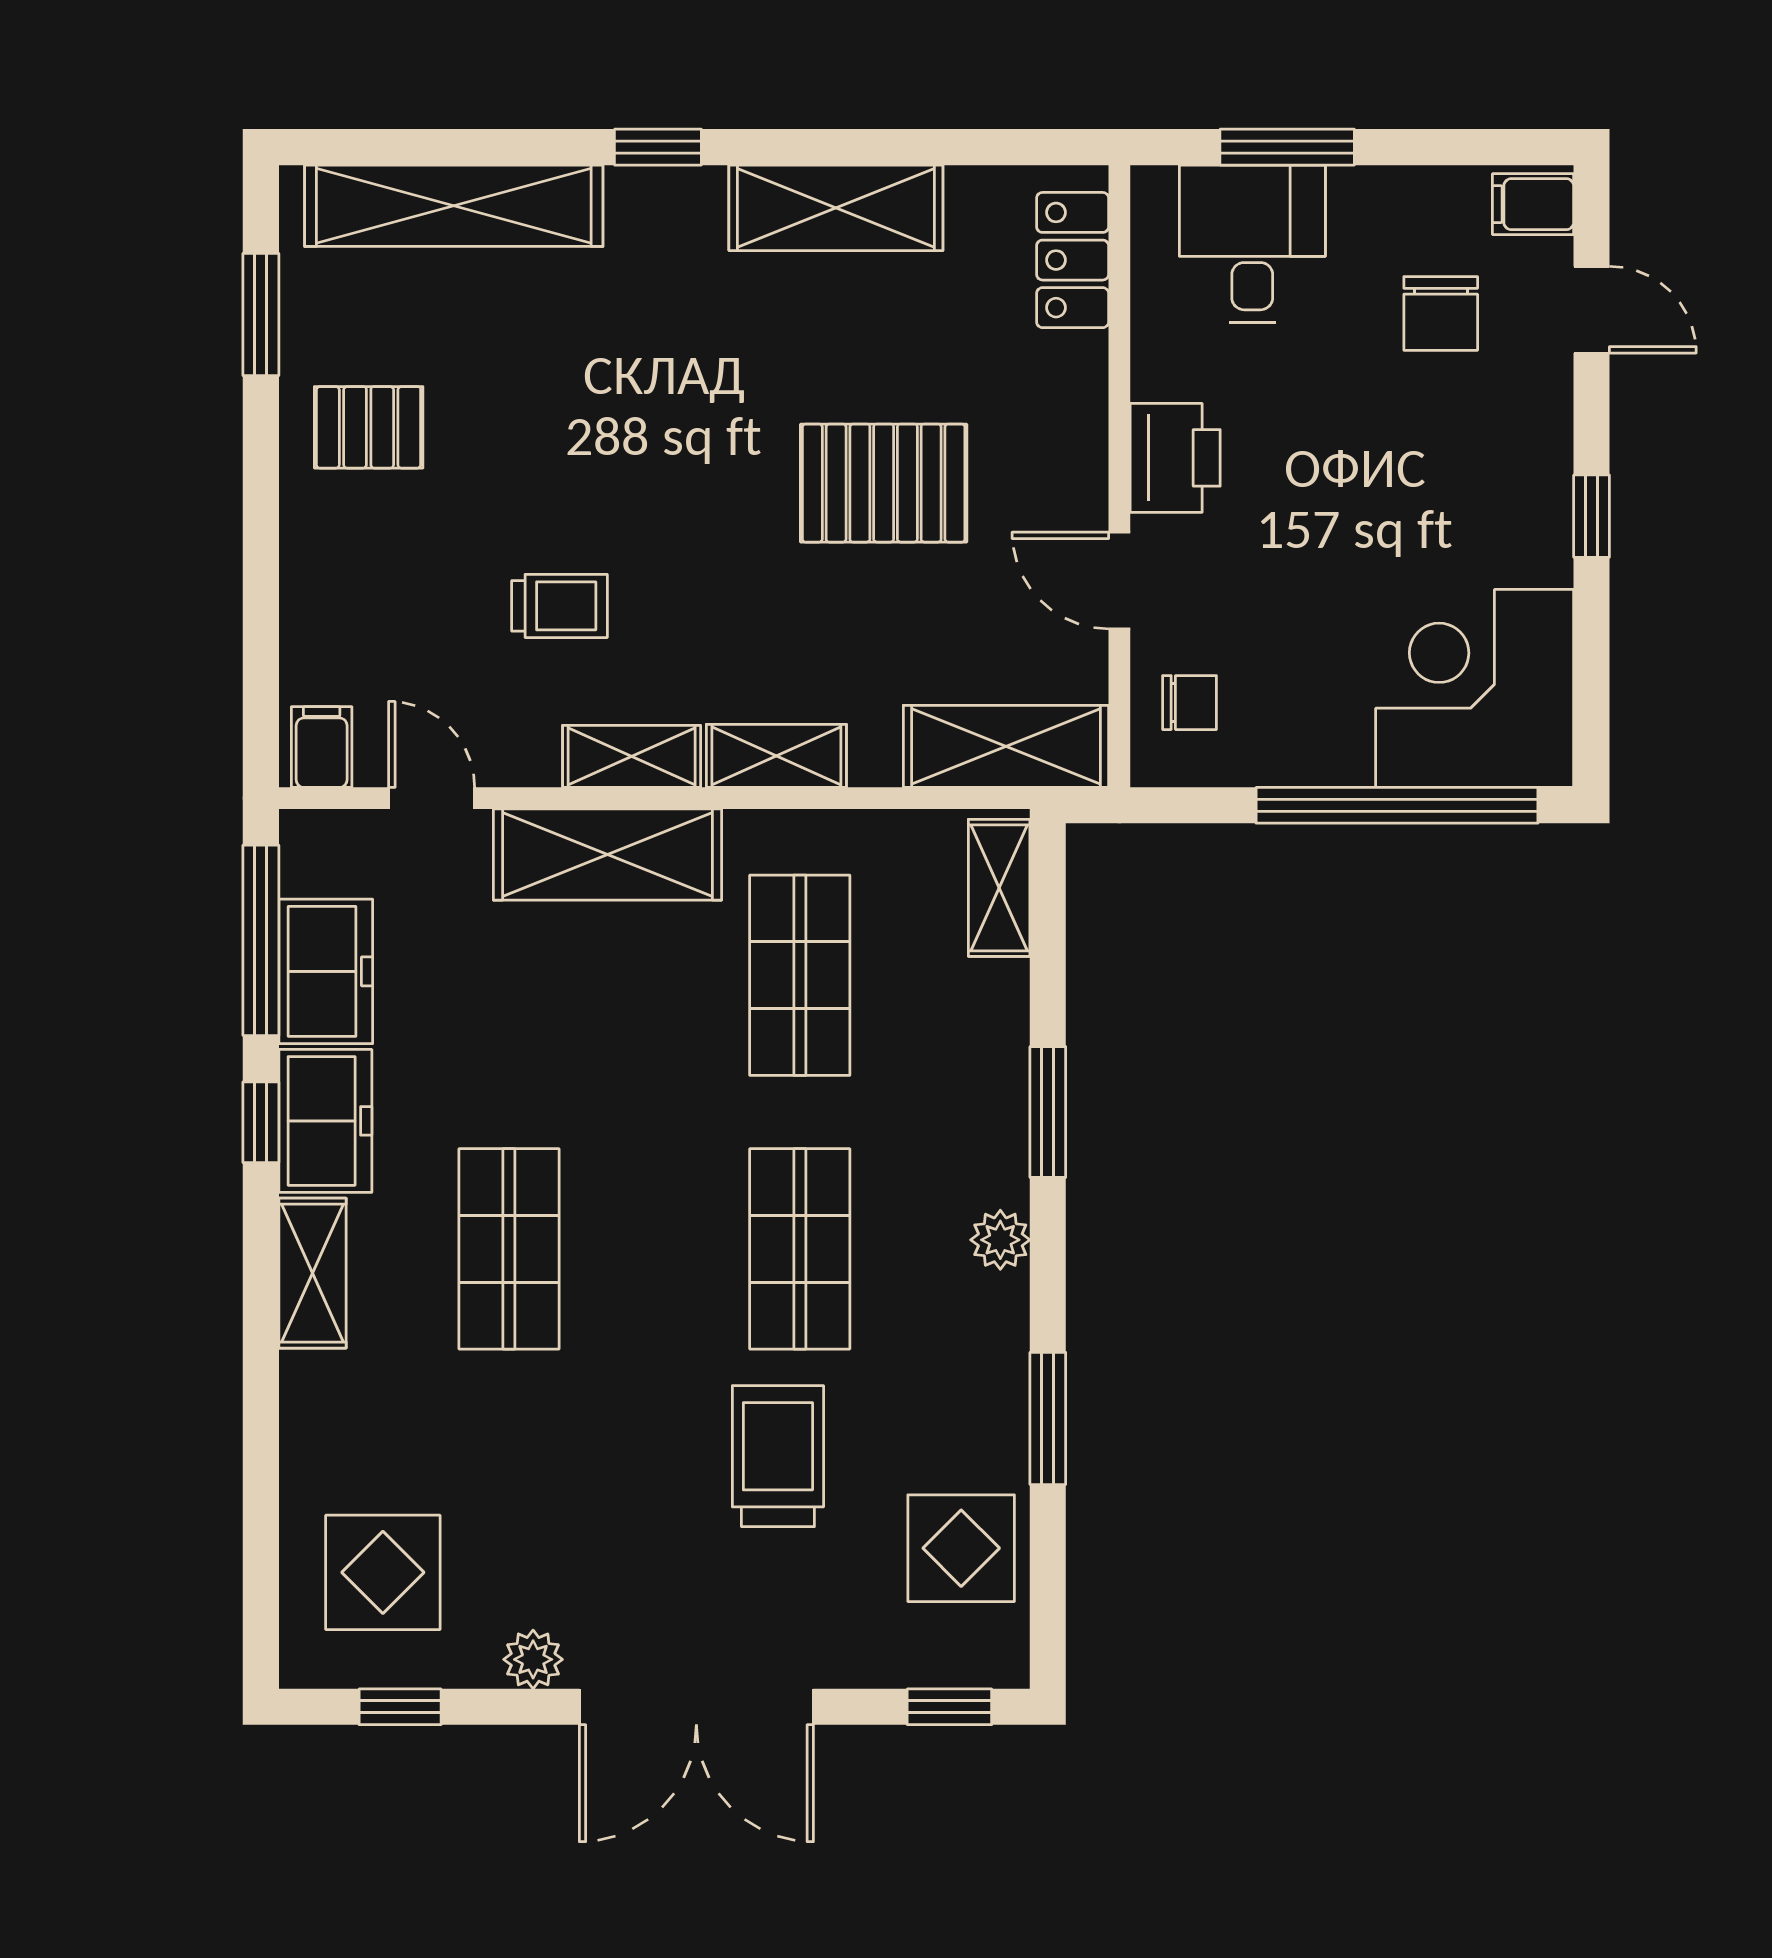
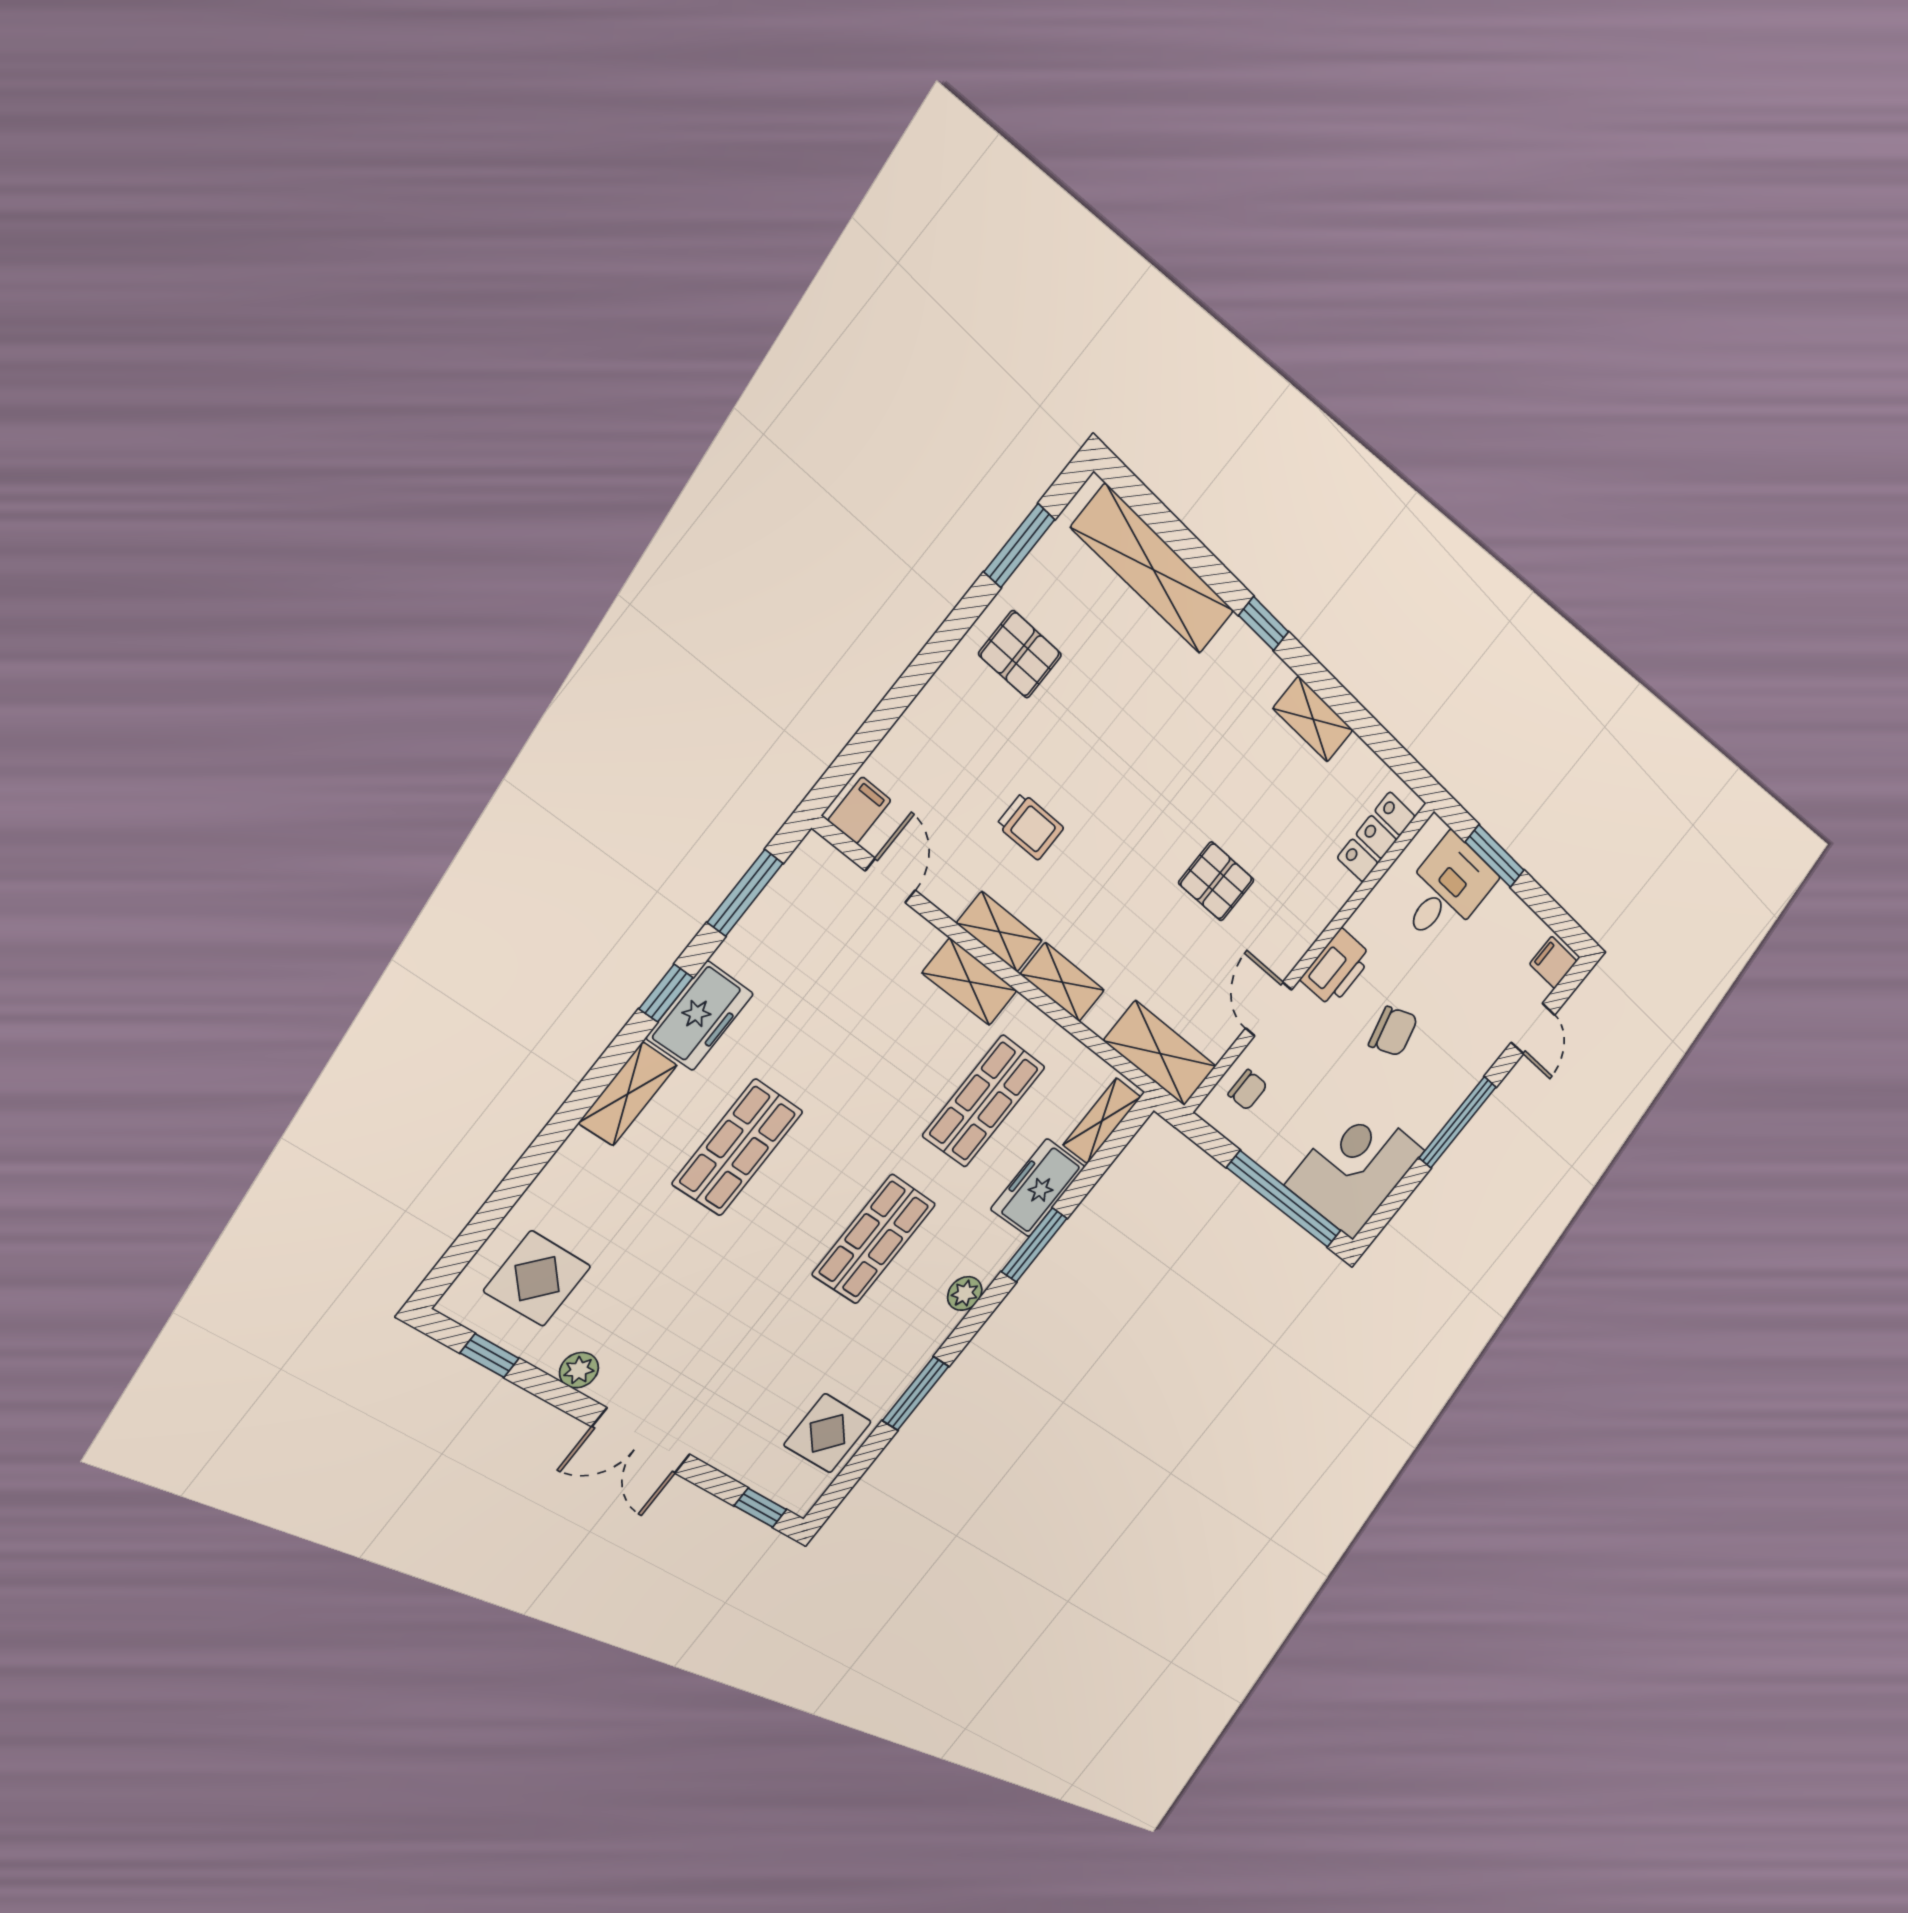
shelving: (836, 208) -> (1313, 719), width x0.67, depth x0.75
chair: (1441, 313) -> (1393, 1031), moved, turned -108
pallet: (884, 483) -> (1216, 881), width x0.67, depth x0.71
window: (1592, 516) -> (1458, 1122), width x2.17
shelving: (607, 855) -> (970, 982), width x0.67, depth x0.75
window: (261, 940) -> (745, 893), width x0.69
freezer: (326, 971) -> (1038, 1188), moved, turned 180
trolley: (778, 1456) -> (781, 1337), removed
double door: (696, 1707) -> (641, 1441), width x0.73

